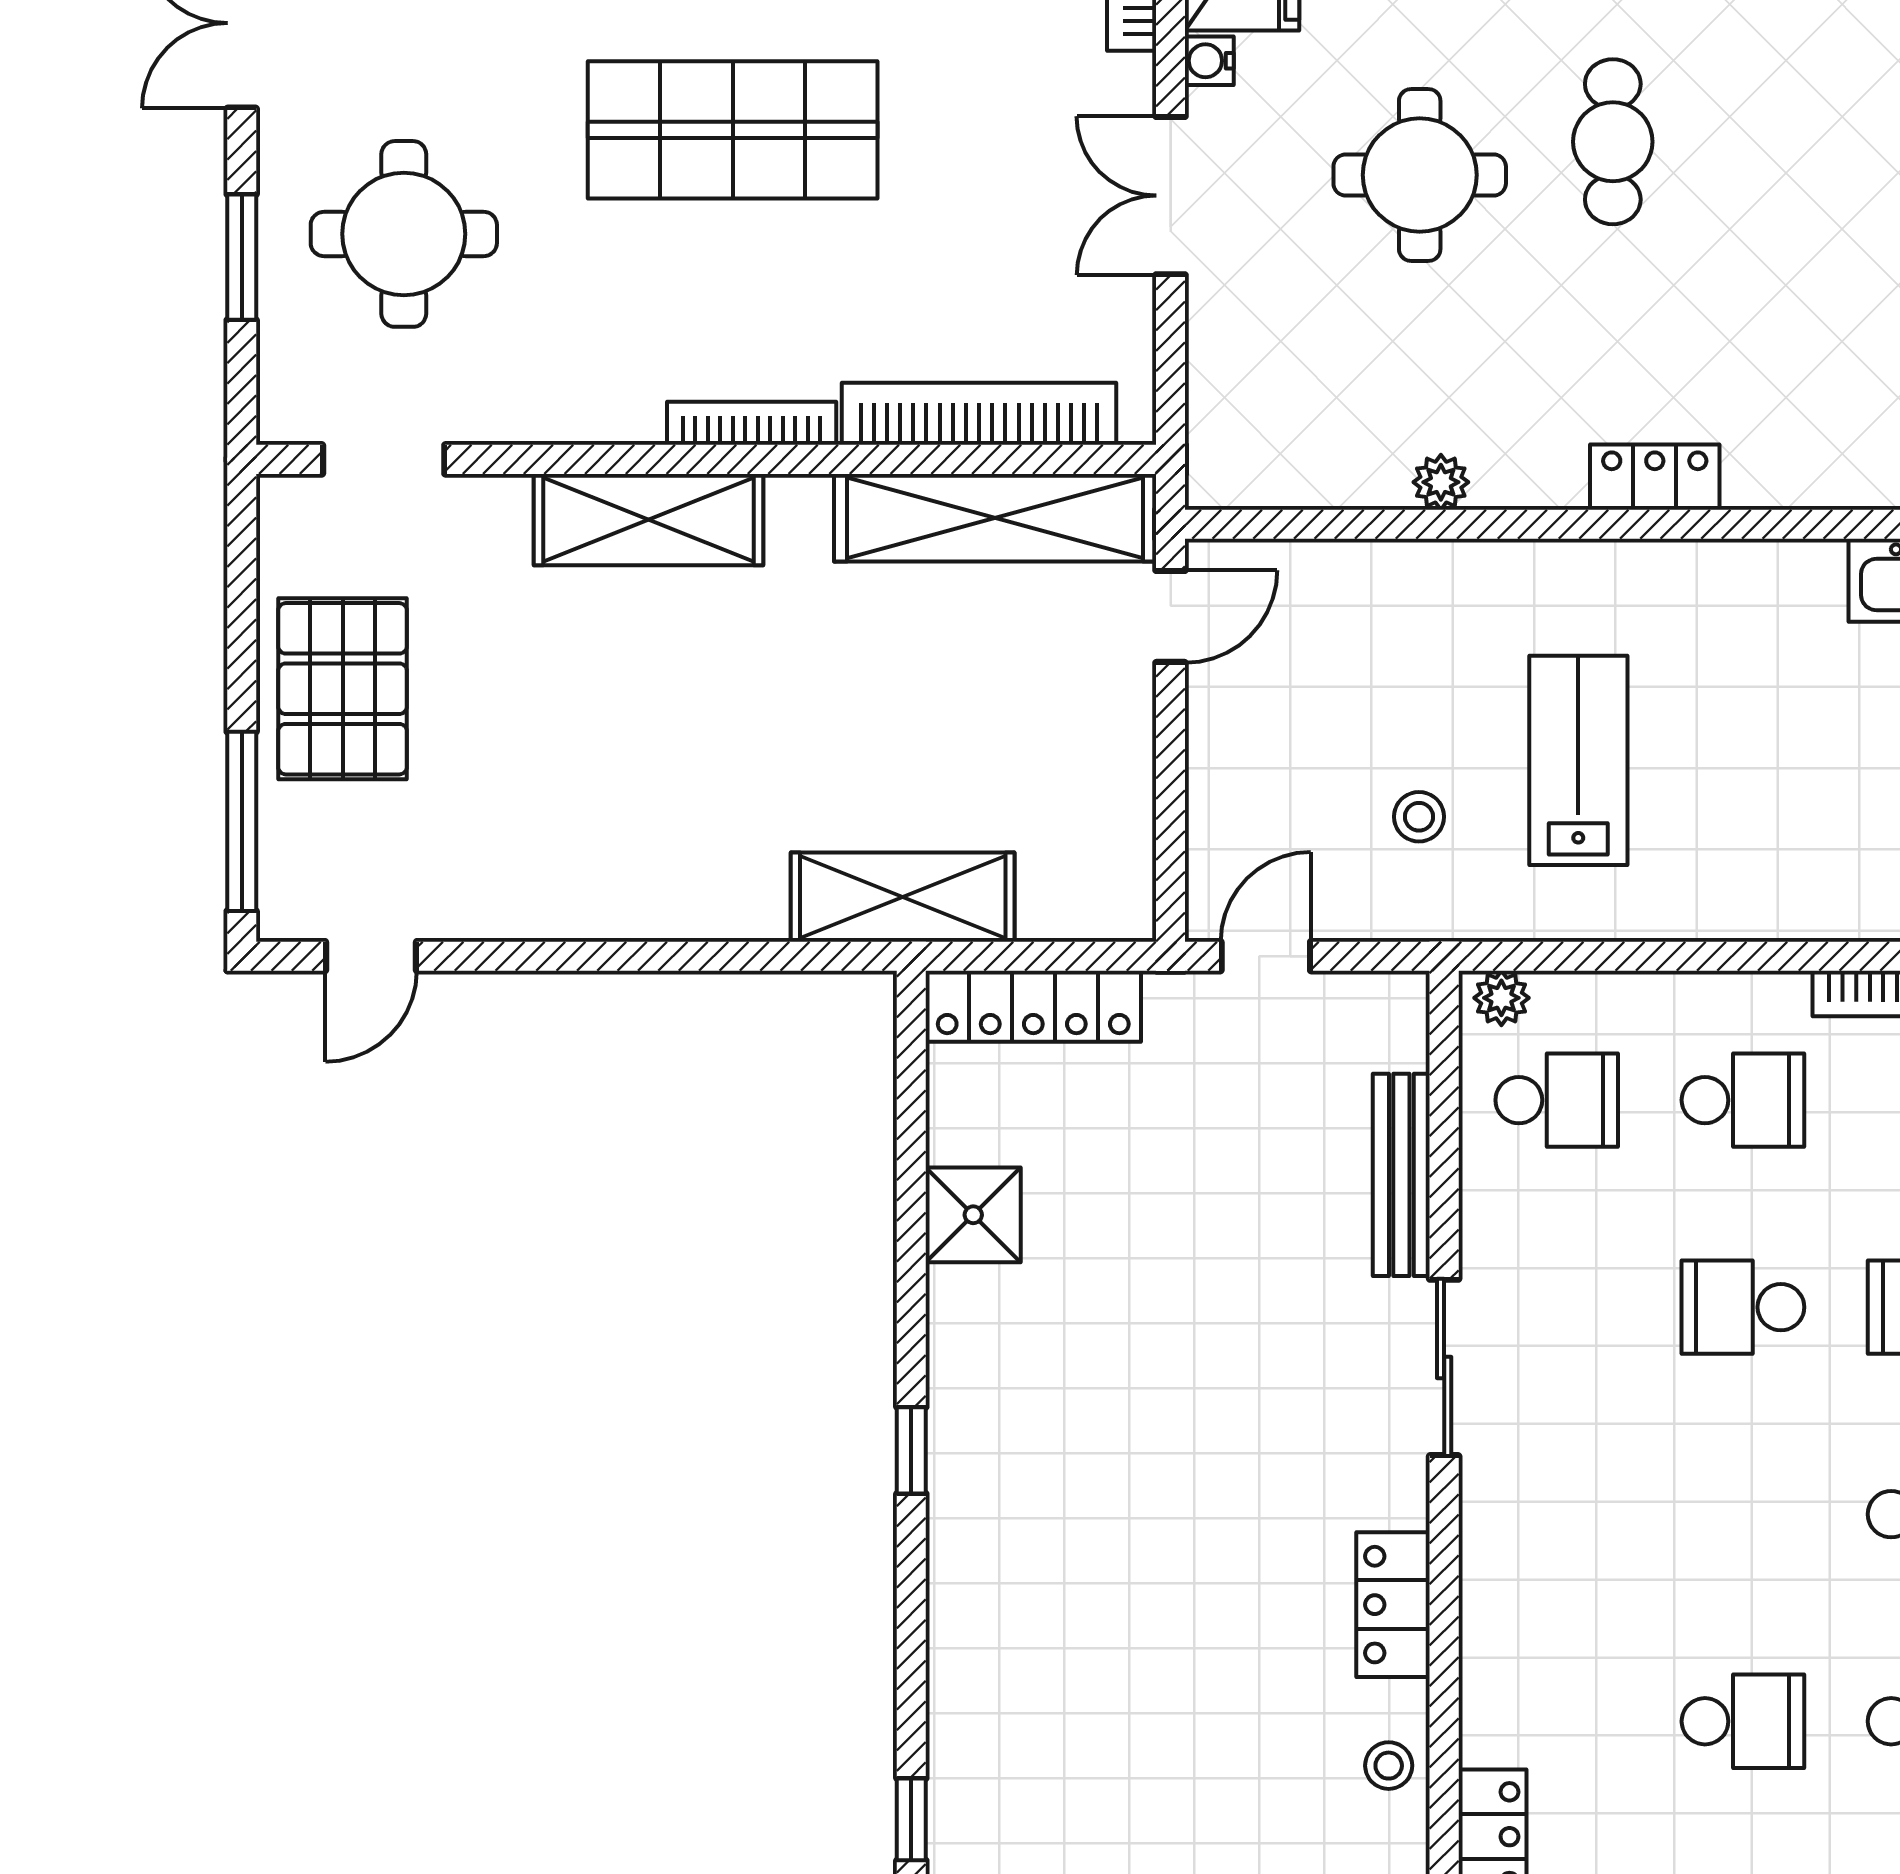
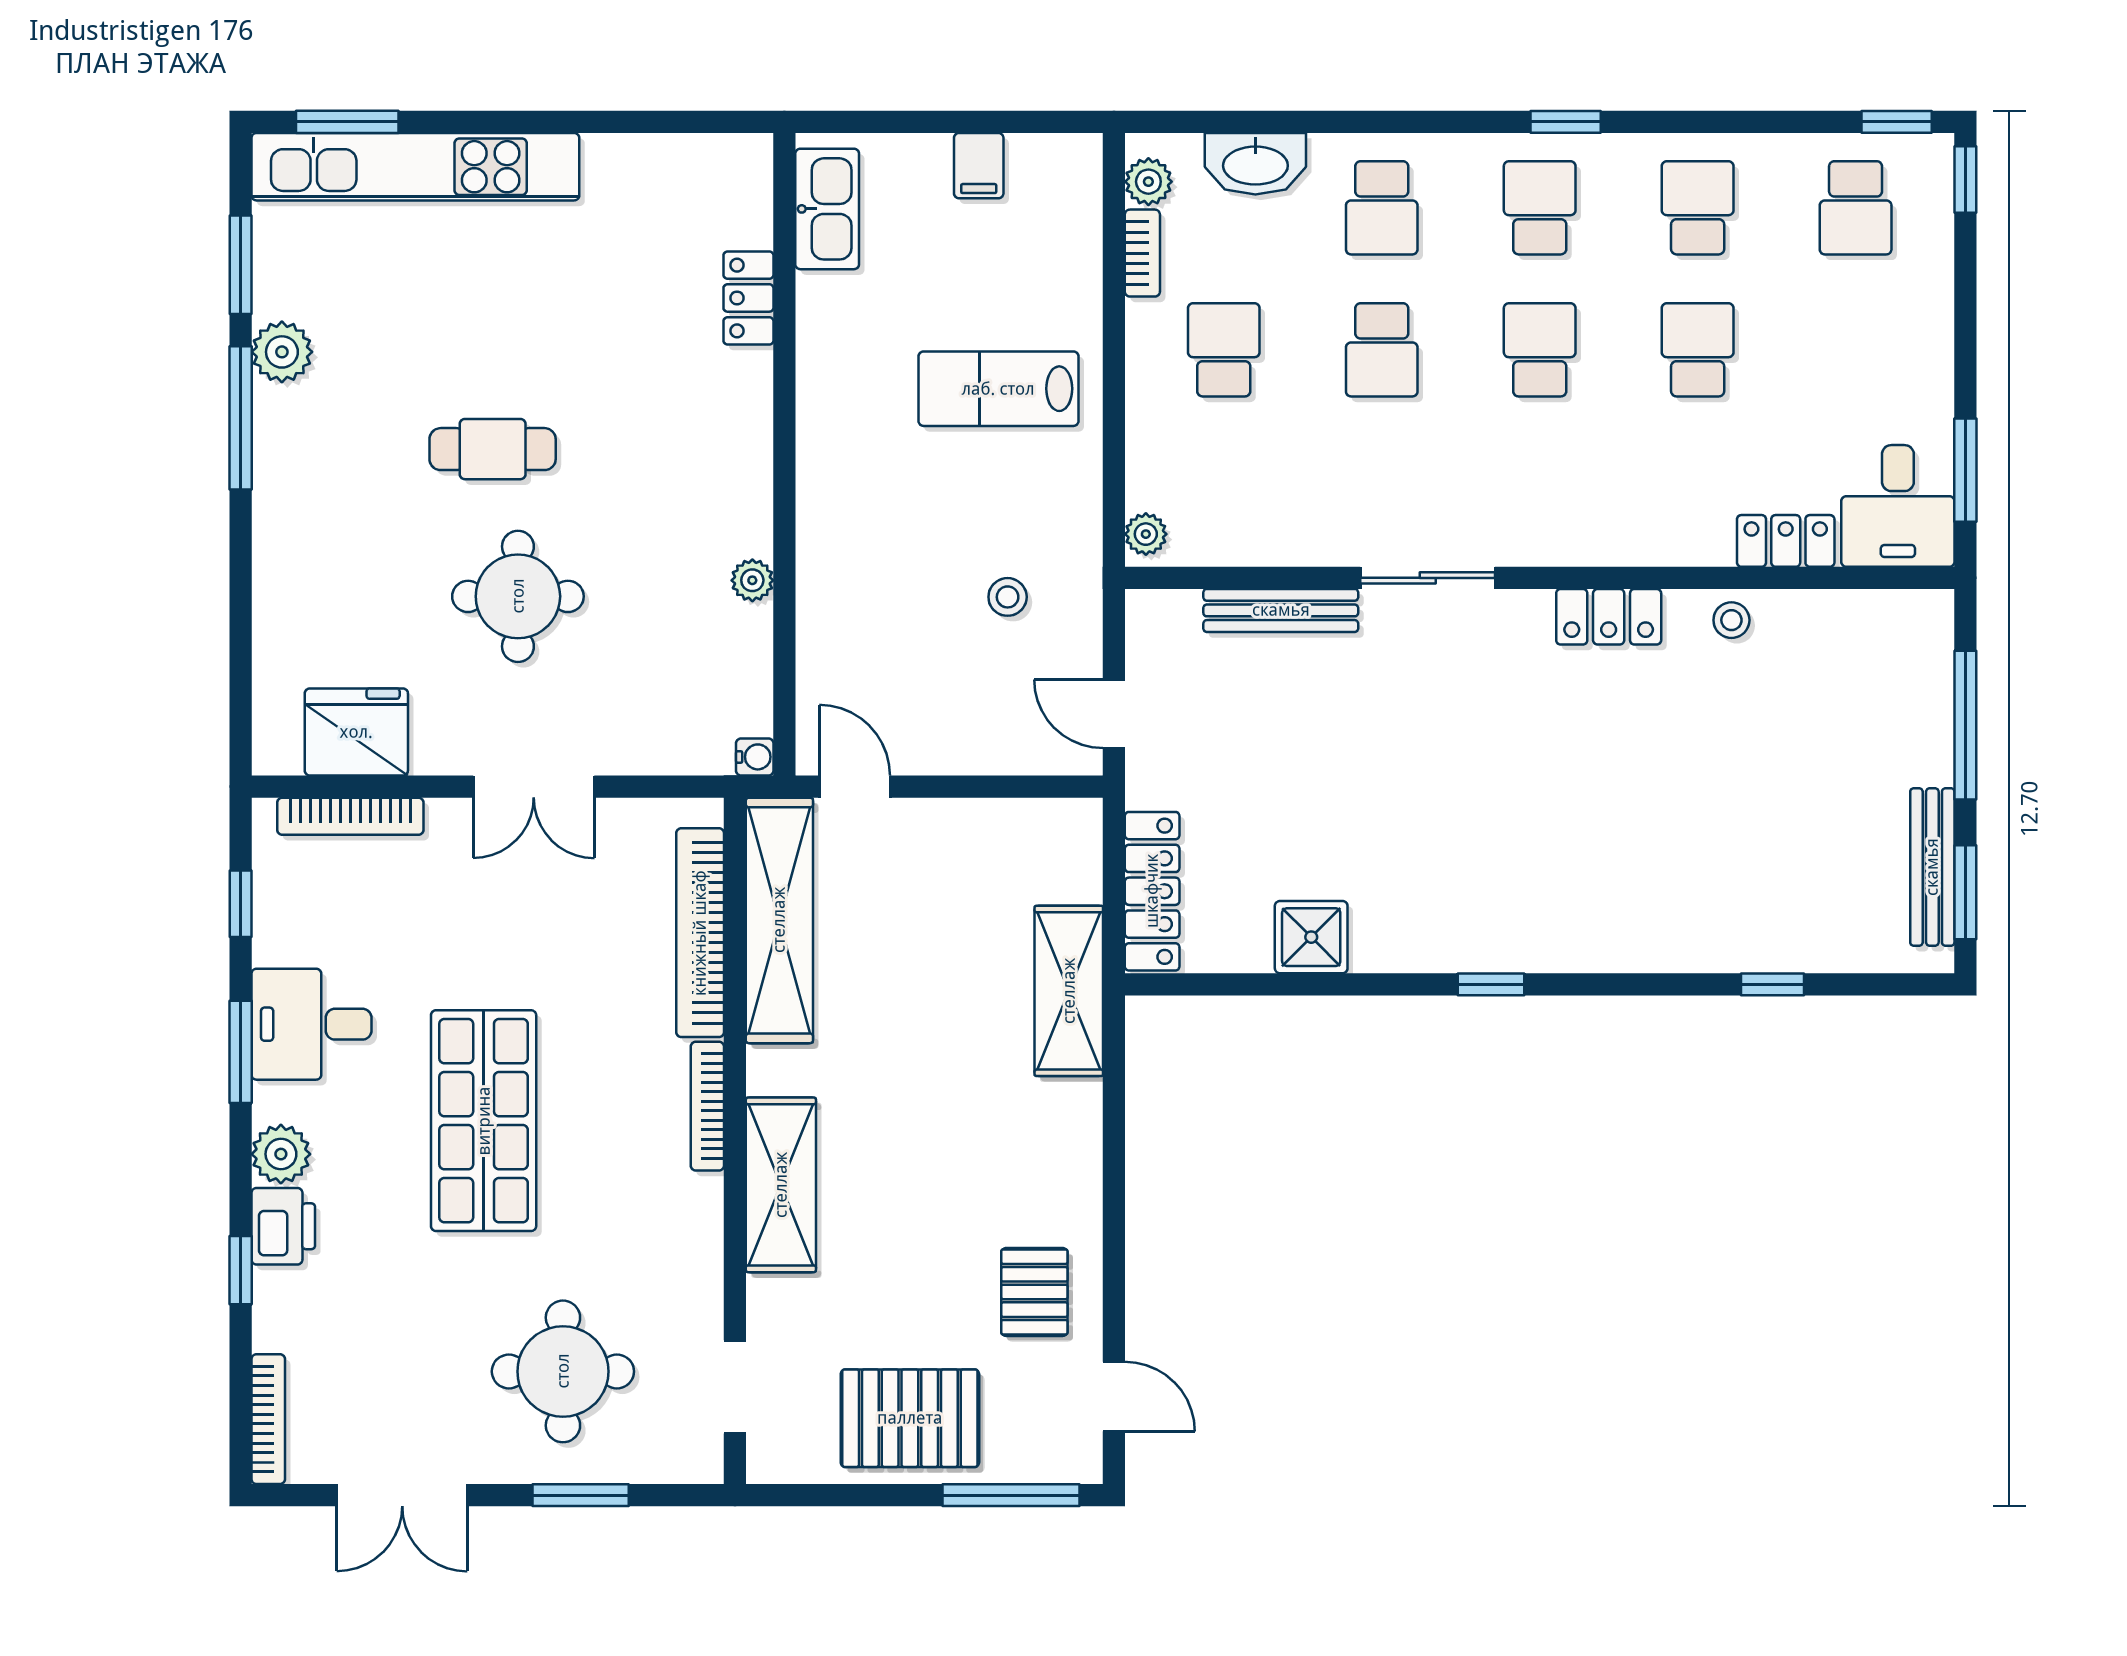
water cooler: (1209, 61) -> (755, 757), moved, turned -90
locker: (1655, 477) -> (748, 298), moved
lab bench: (1578, 760) -> (998, 389), moved
pallet: (508, 852) -> (1034, 1292), added
school desk: (1557, 1100) -> (1540, 350), moved

